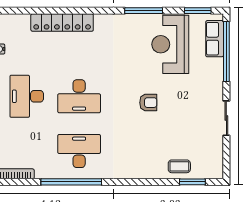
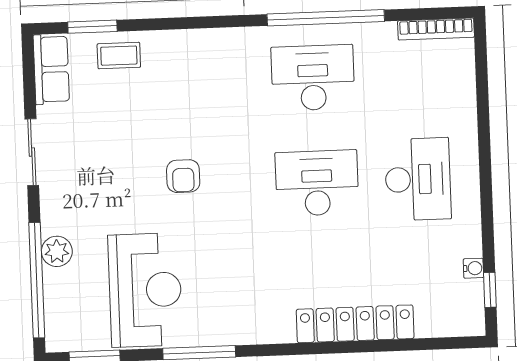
row of seats: (215, 39) -> (51, 69), moved
plant: (215, 66) -> (57, 251), added
armchair: (148, 103) -> (183, 176), turned -90
desk: (79, 151) -> (313, 78), turned 180

